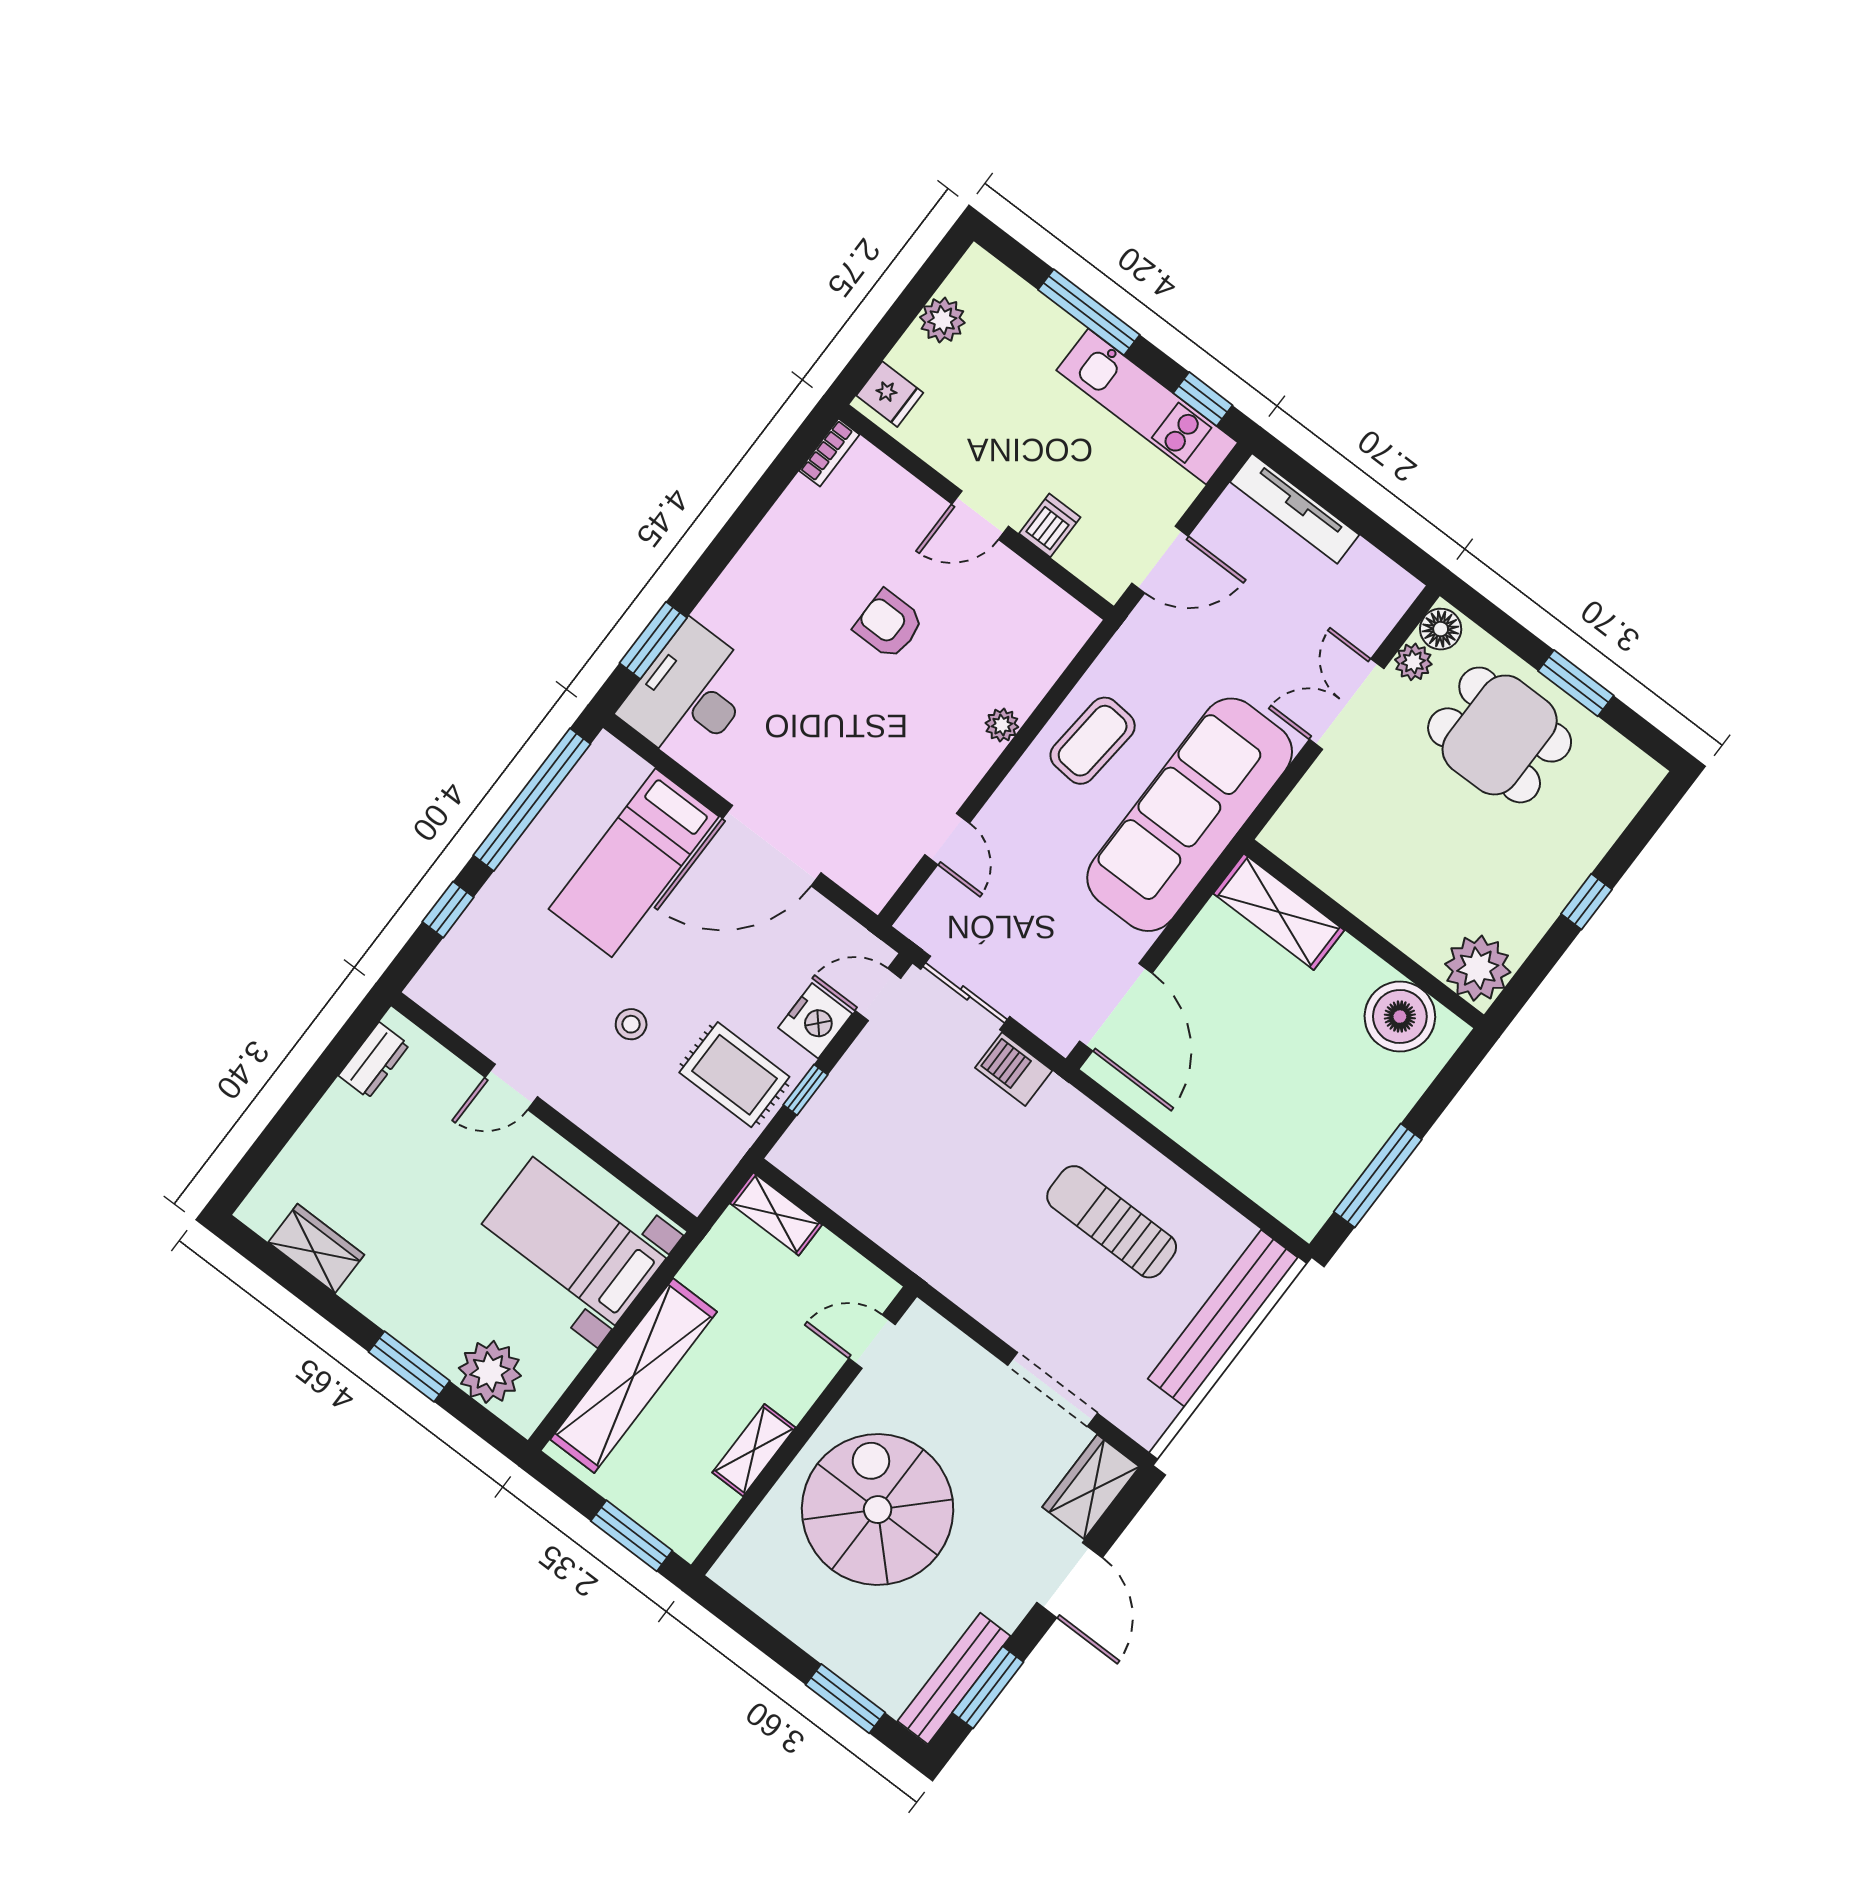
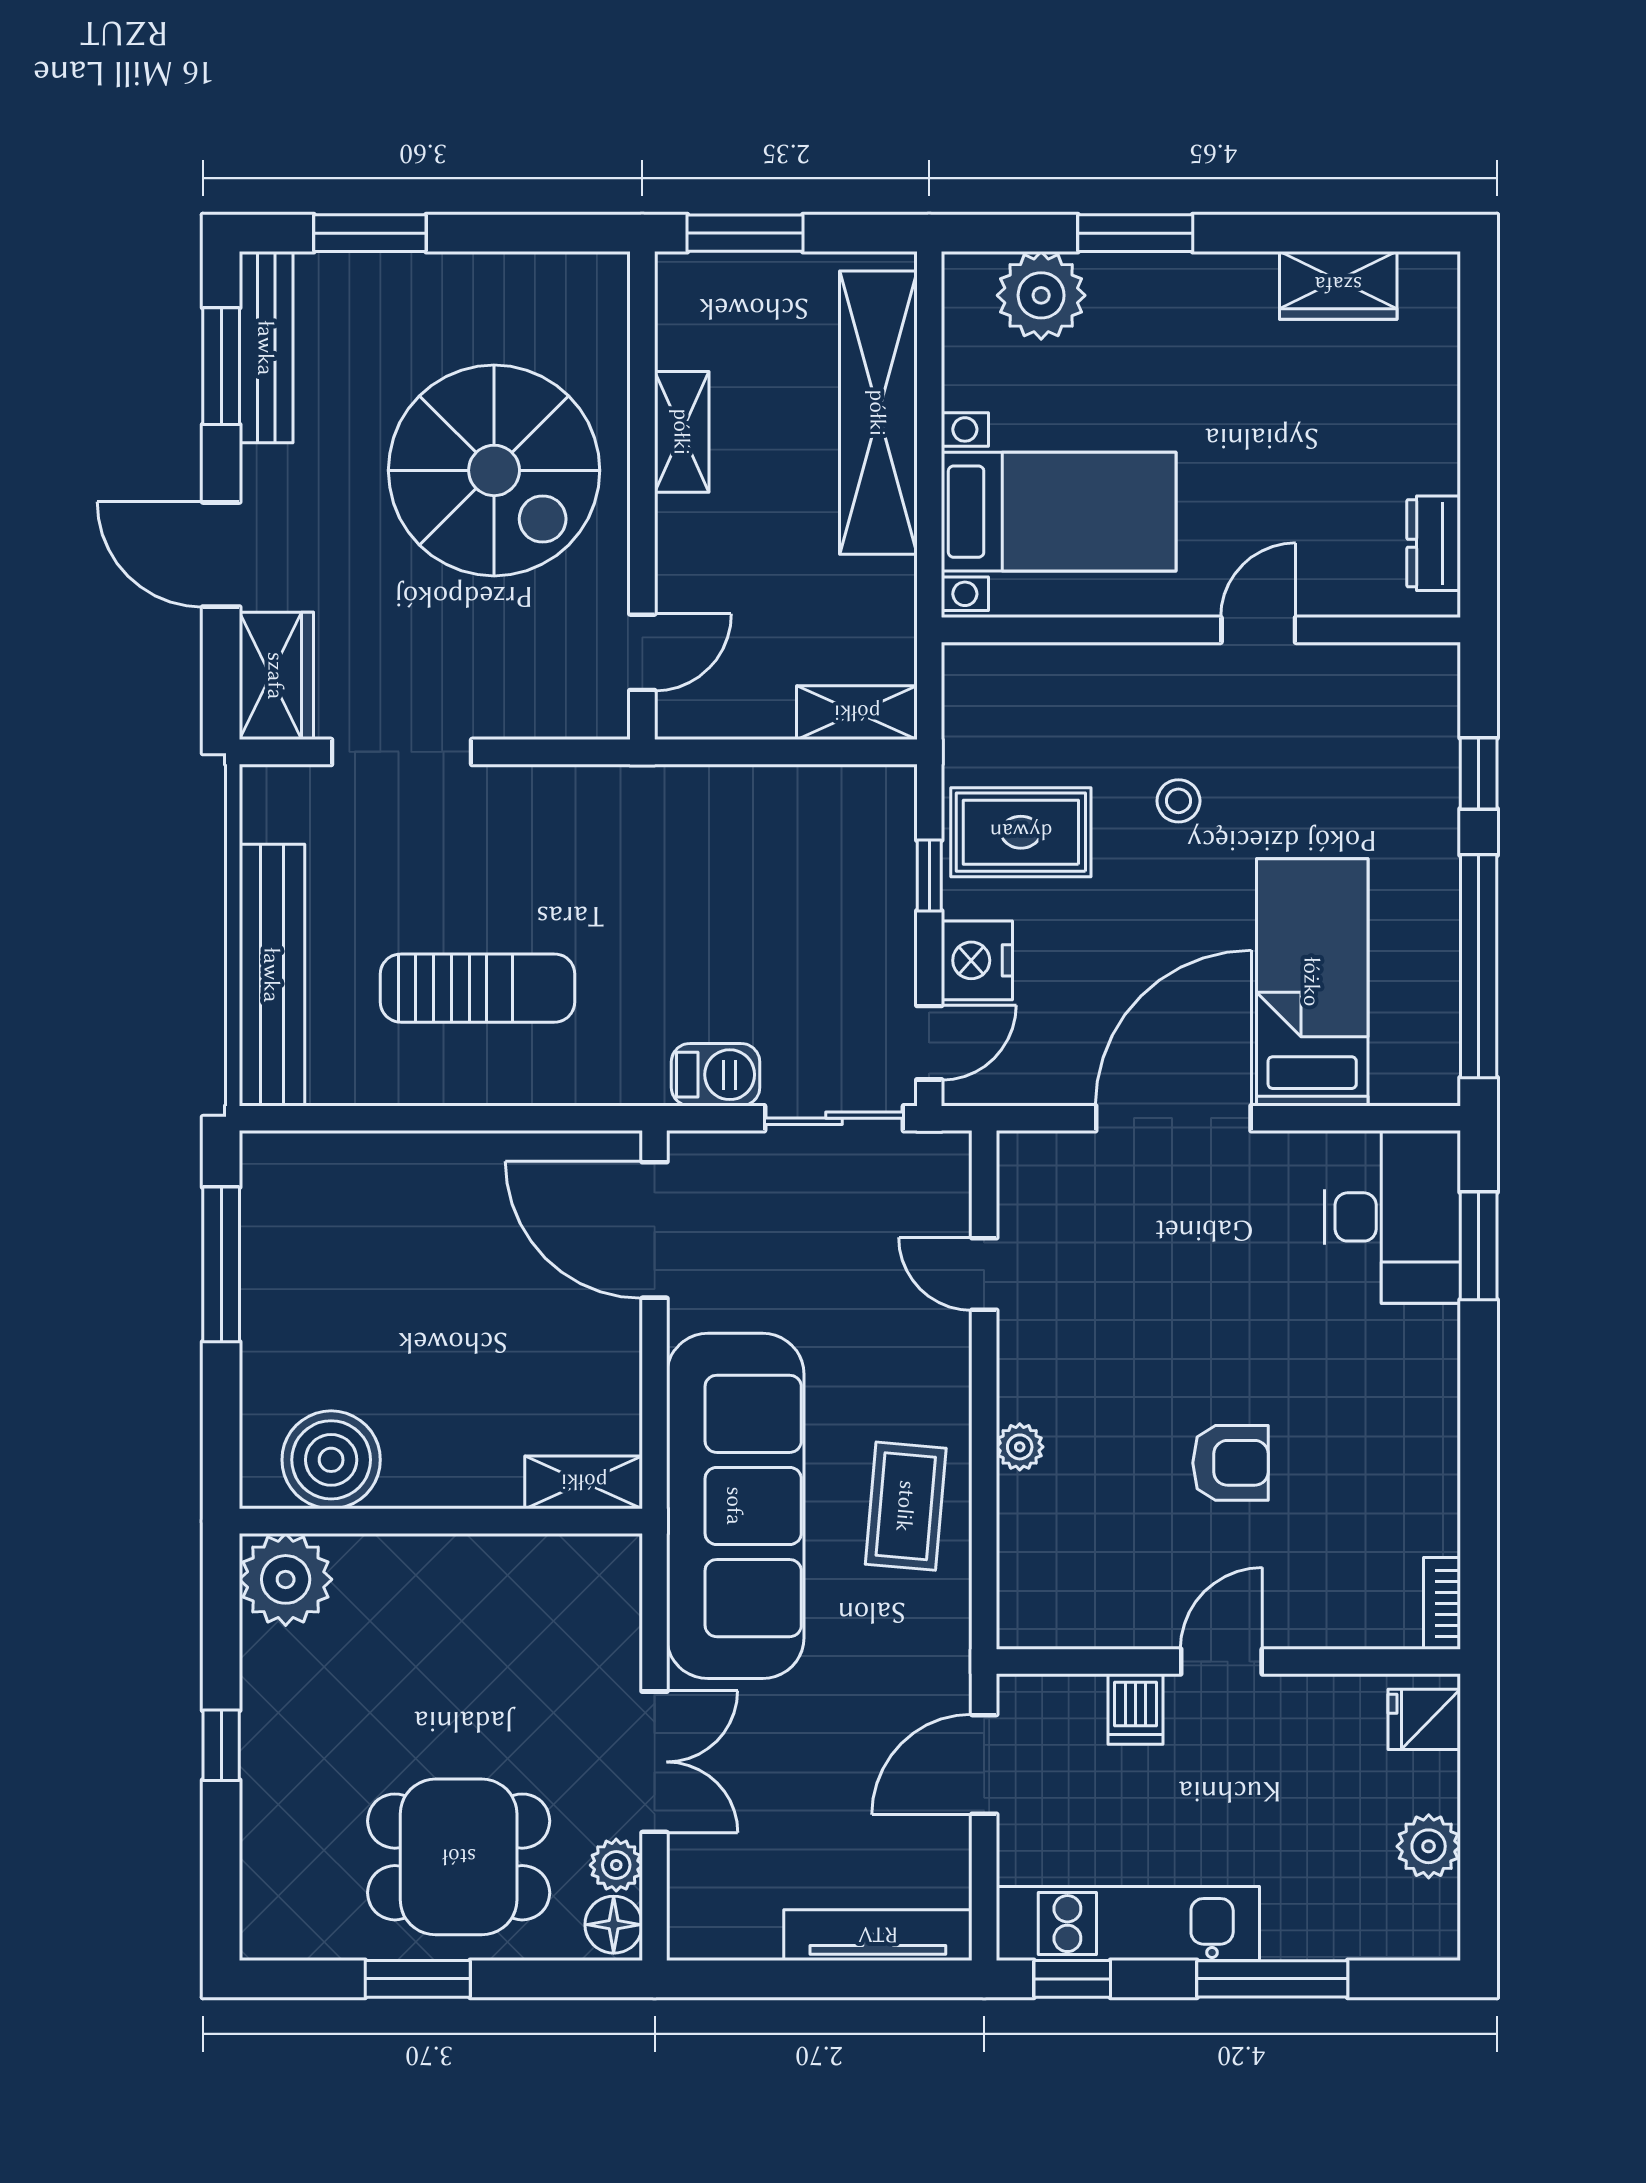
shelving: (1279, 912) -> (584, 1482), width x0.67, depth x0.75

